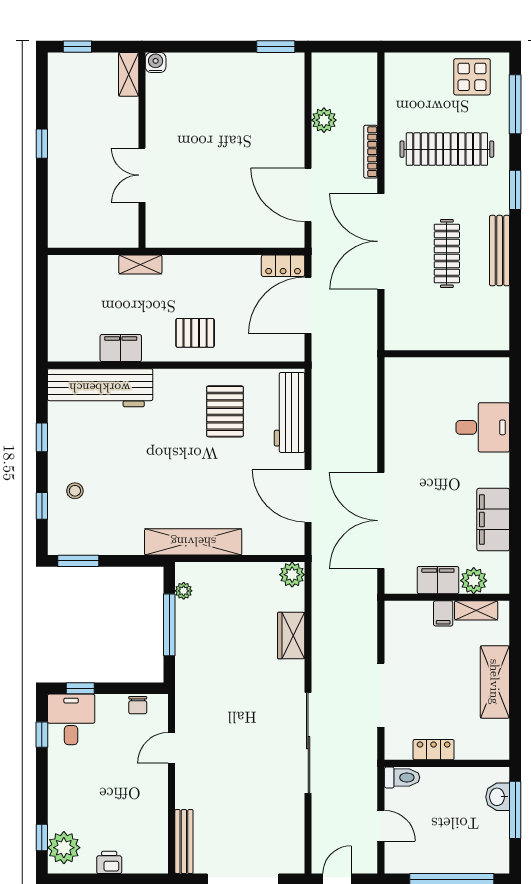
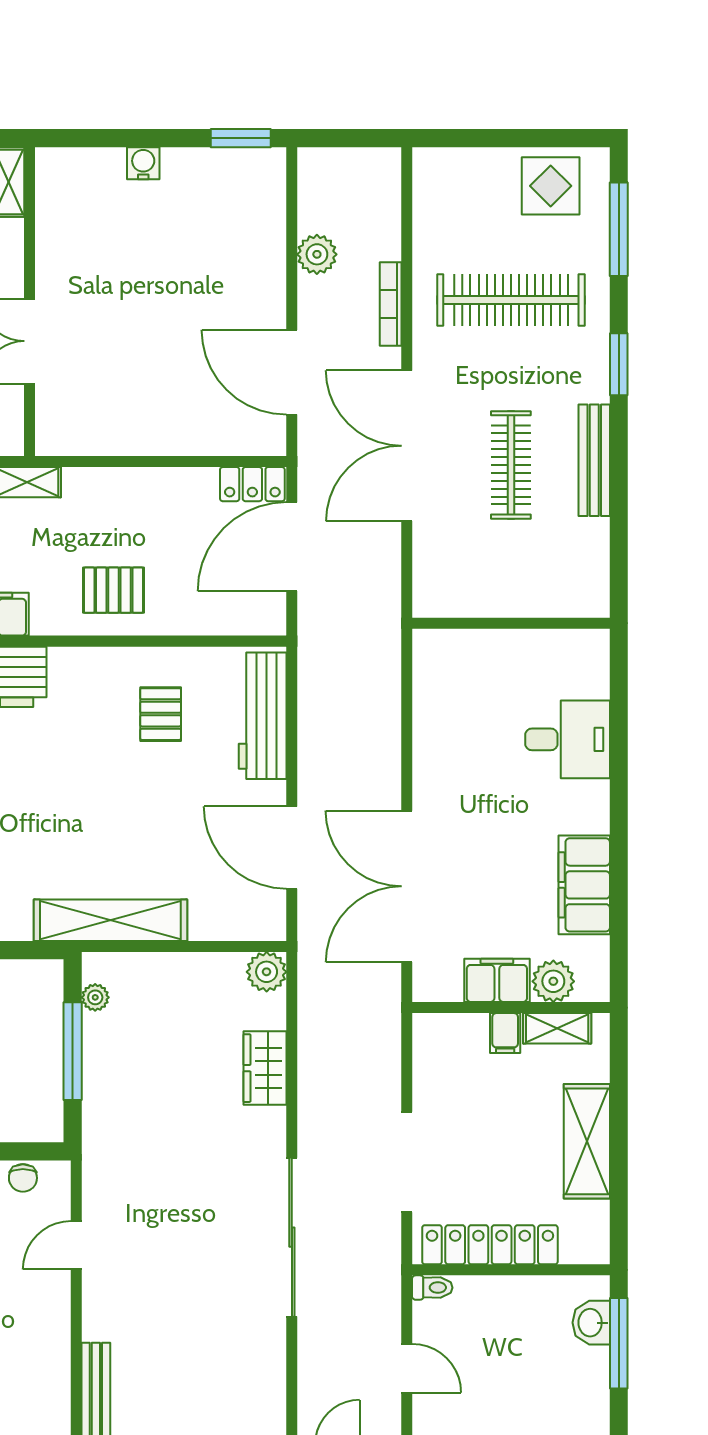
water cooler: (156, 62) -> (143, 163), moved
pallet: (225, 411) -> (161, 714), width x0.67, depth x0.71
locker: (434, 750) -> (490, 1245), width x2.16, depth x1.21
toilet: (402, 777) -> (432, 1288), width x0.73, depth x0.72

